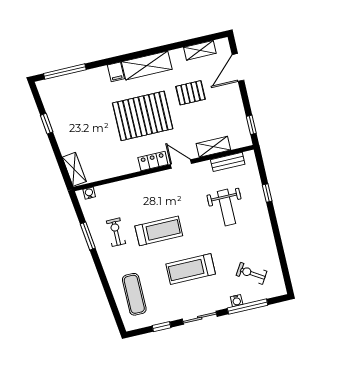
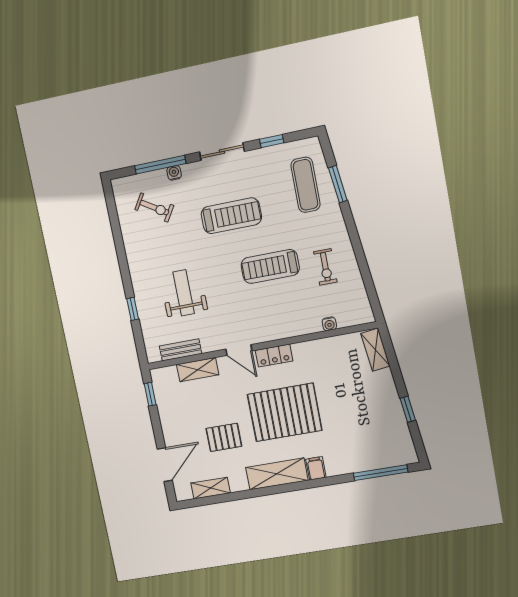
water cooler: (89, 193) -> (329, 324), moved
window: (88, 236) -> (338, 184), moved

